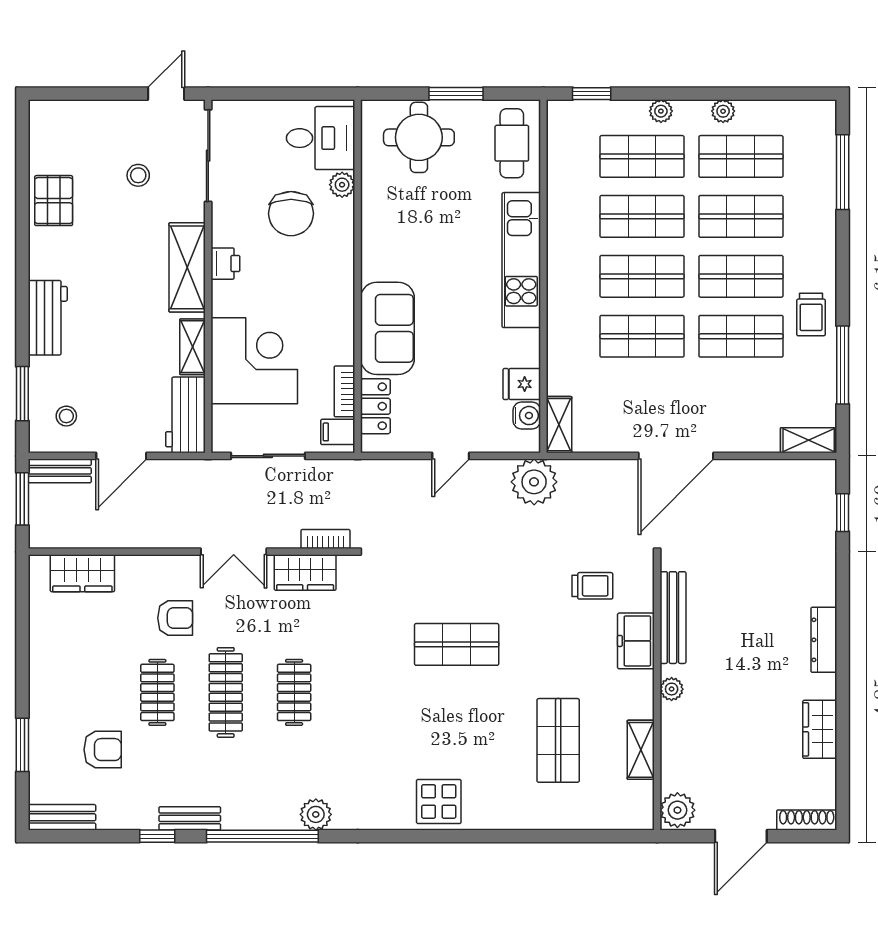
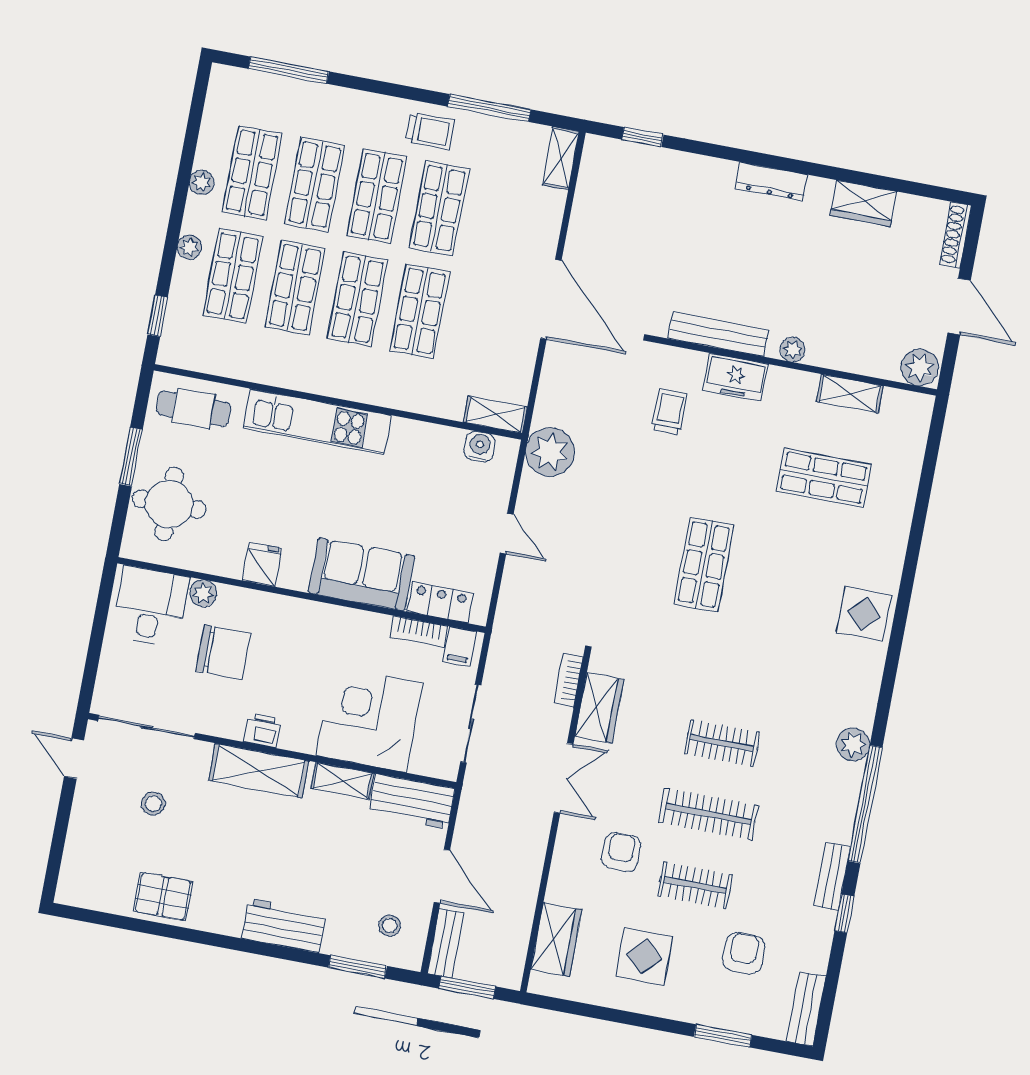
fridge: (522, 384) -> (262, 564), moved, turned 180
display table: (82, 658) -> (644, 957), added

